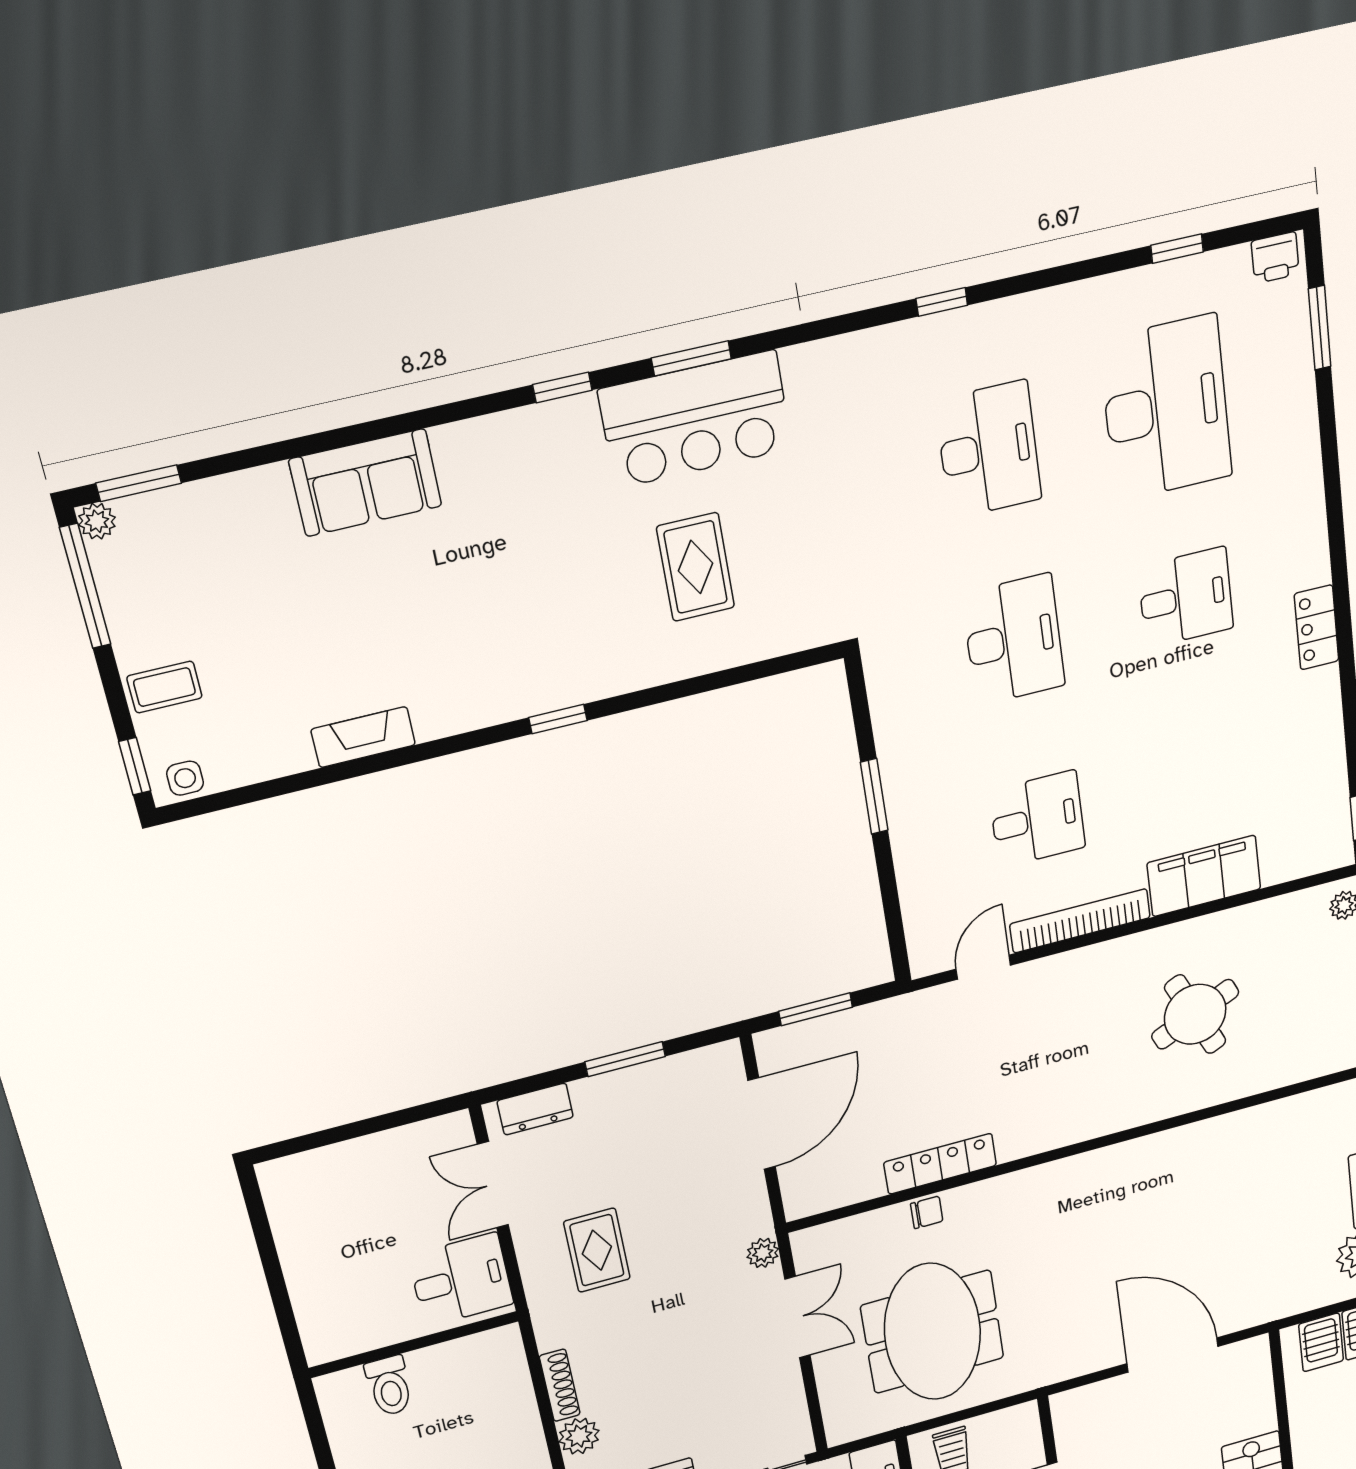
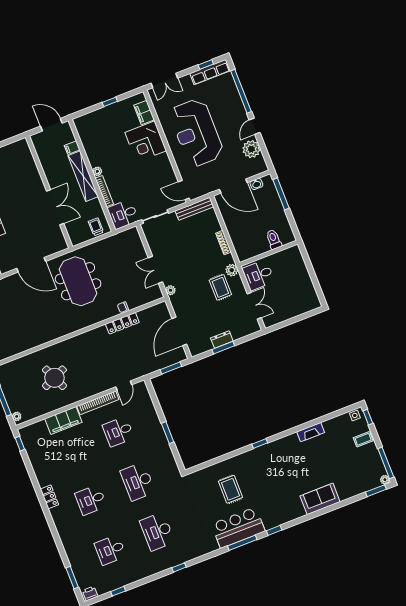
window: (691, 358) -> (242, 543), width x1.44
desk: (1166, 408) -> (110, 550), width x0.53, depth x0.77
dresser: (535, 1109) -> (222, 340), moved
meeting table: (933, 1332) -> (78, 281), moved
plant: (579, 1436) -> (232, 270), moved

